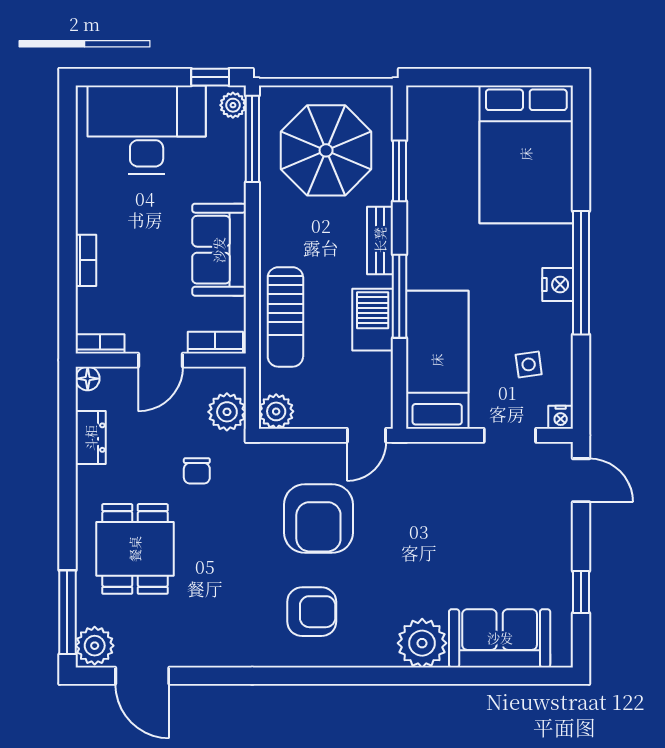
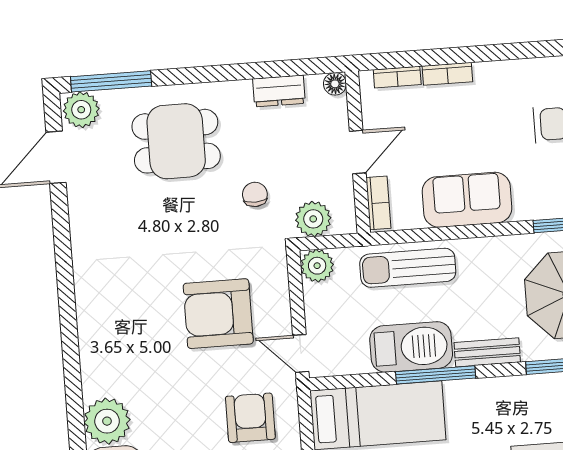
barbecue: (373, 320) -> (411, 347), width x1.37, depth x1.21
bookcase: (100, 344) -> (397, 77), moved, turned 90
door: (161, 360) -> (358, 152), swing flipped
chair: (197, 471) -> (255, 194), turned 88
armchair: (312, 612) -> (250, 418), moved, turned 180

